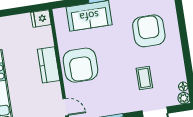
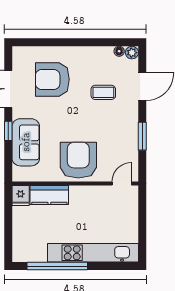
kitchen counter: (49, 65) -> (49, 195), moved
armchair: (80, 65) -> (78, 160), turned -90

